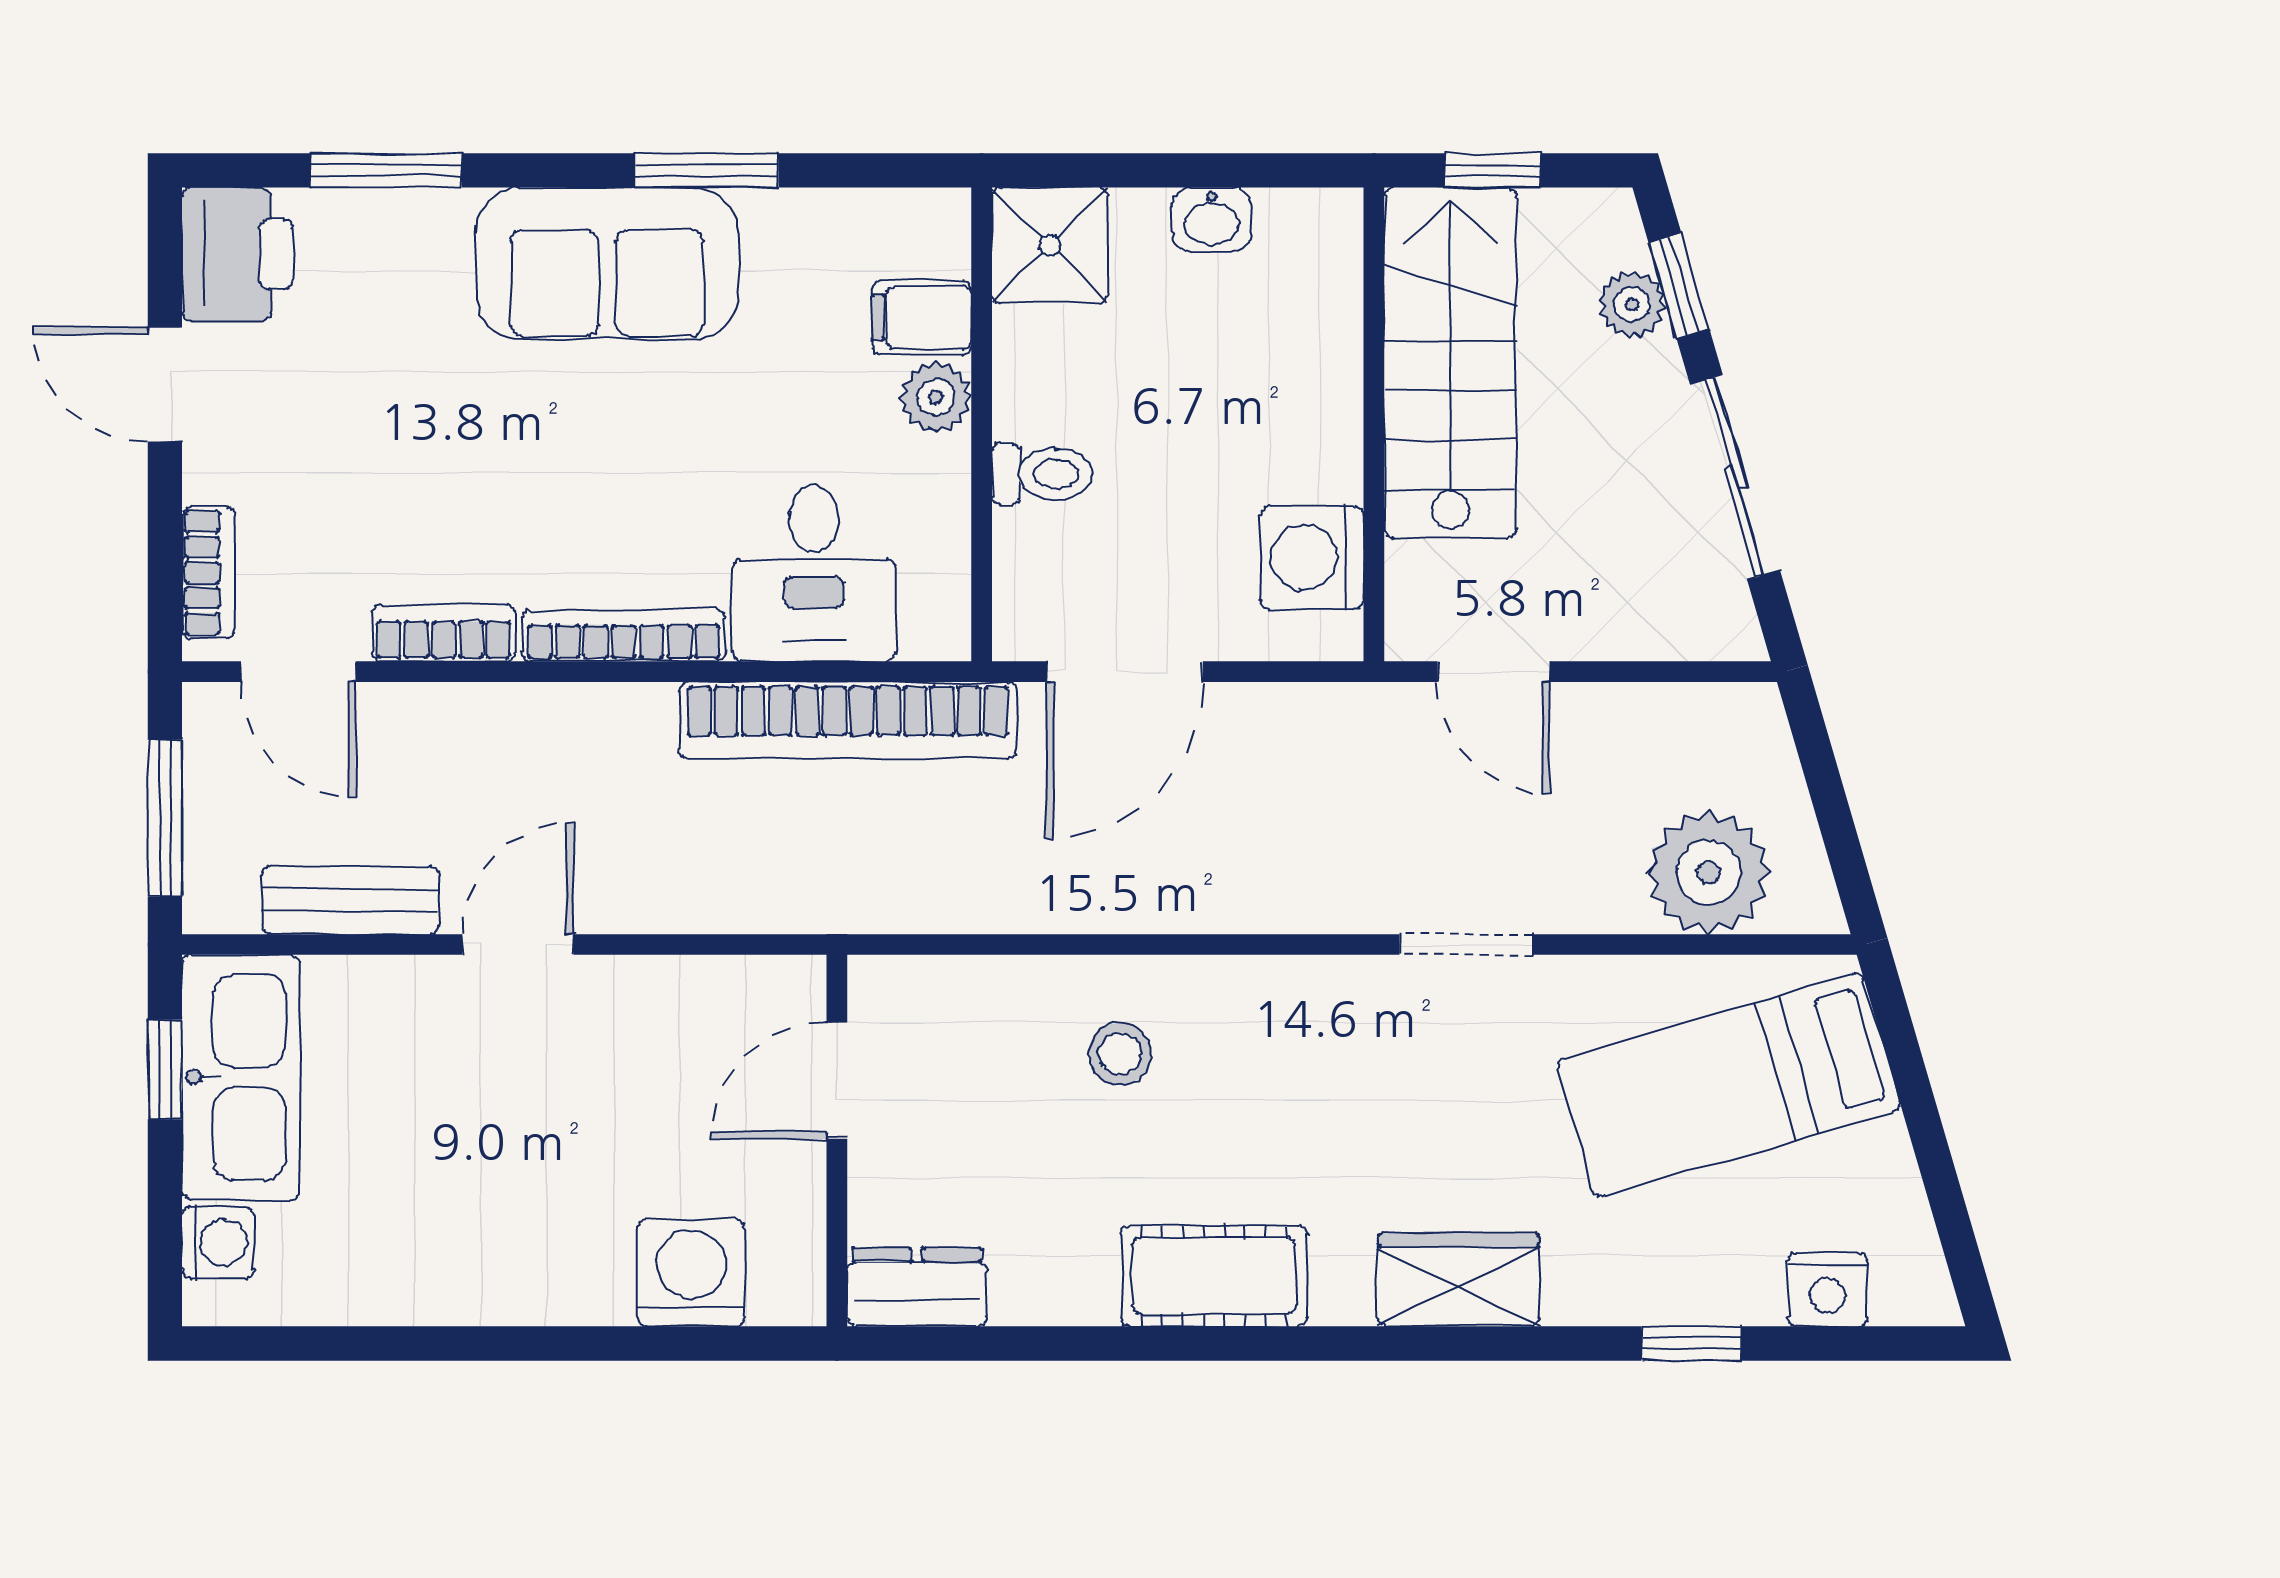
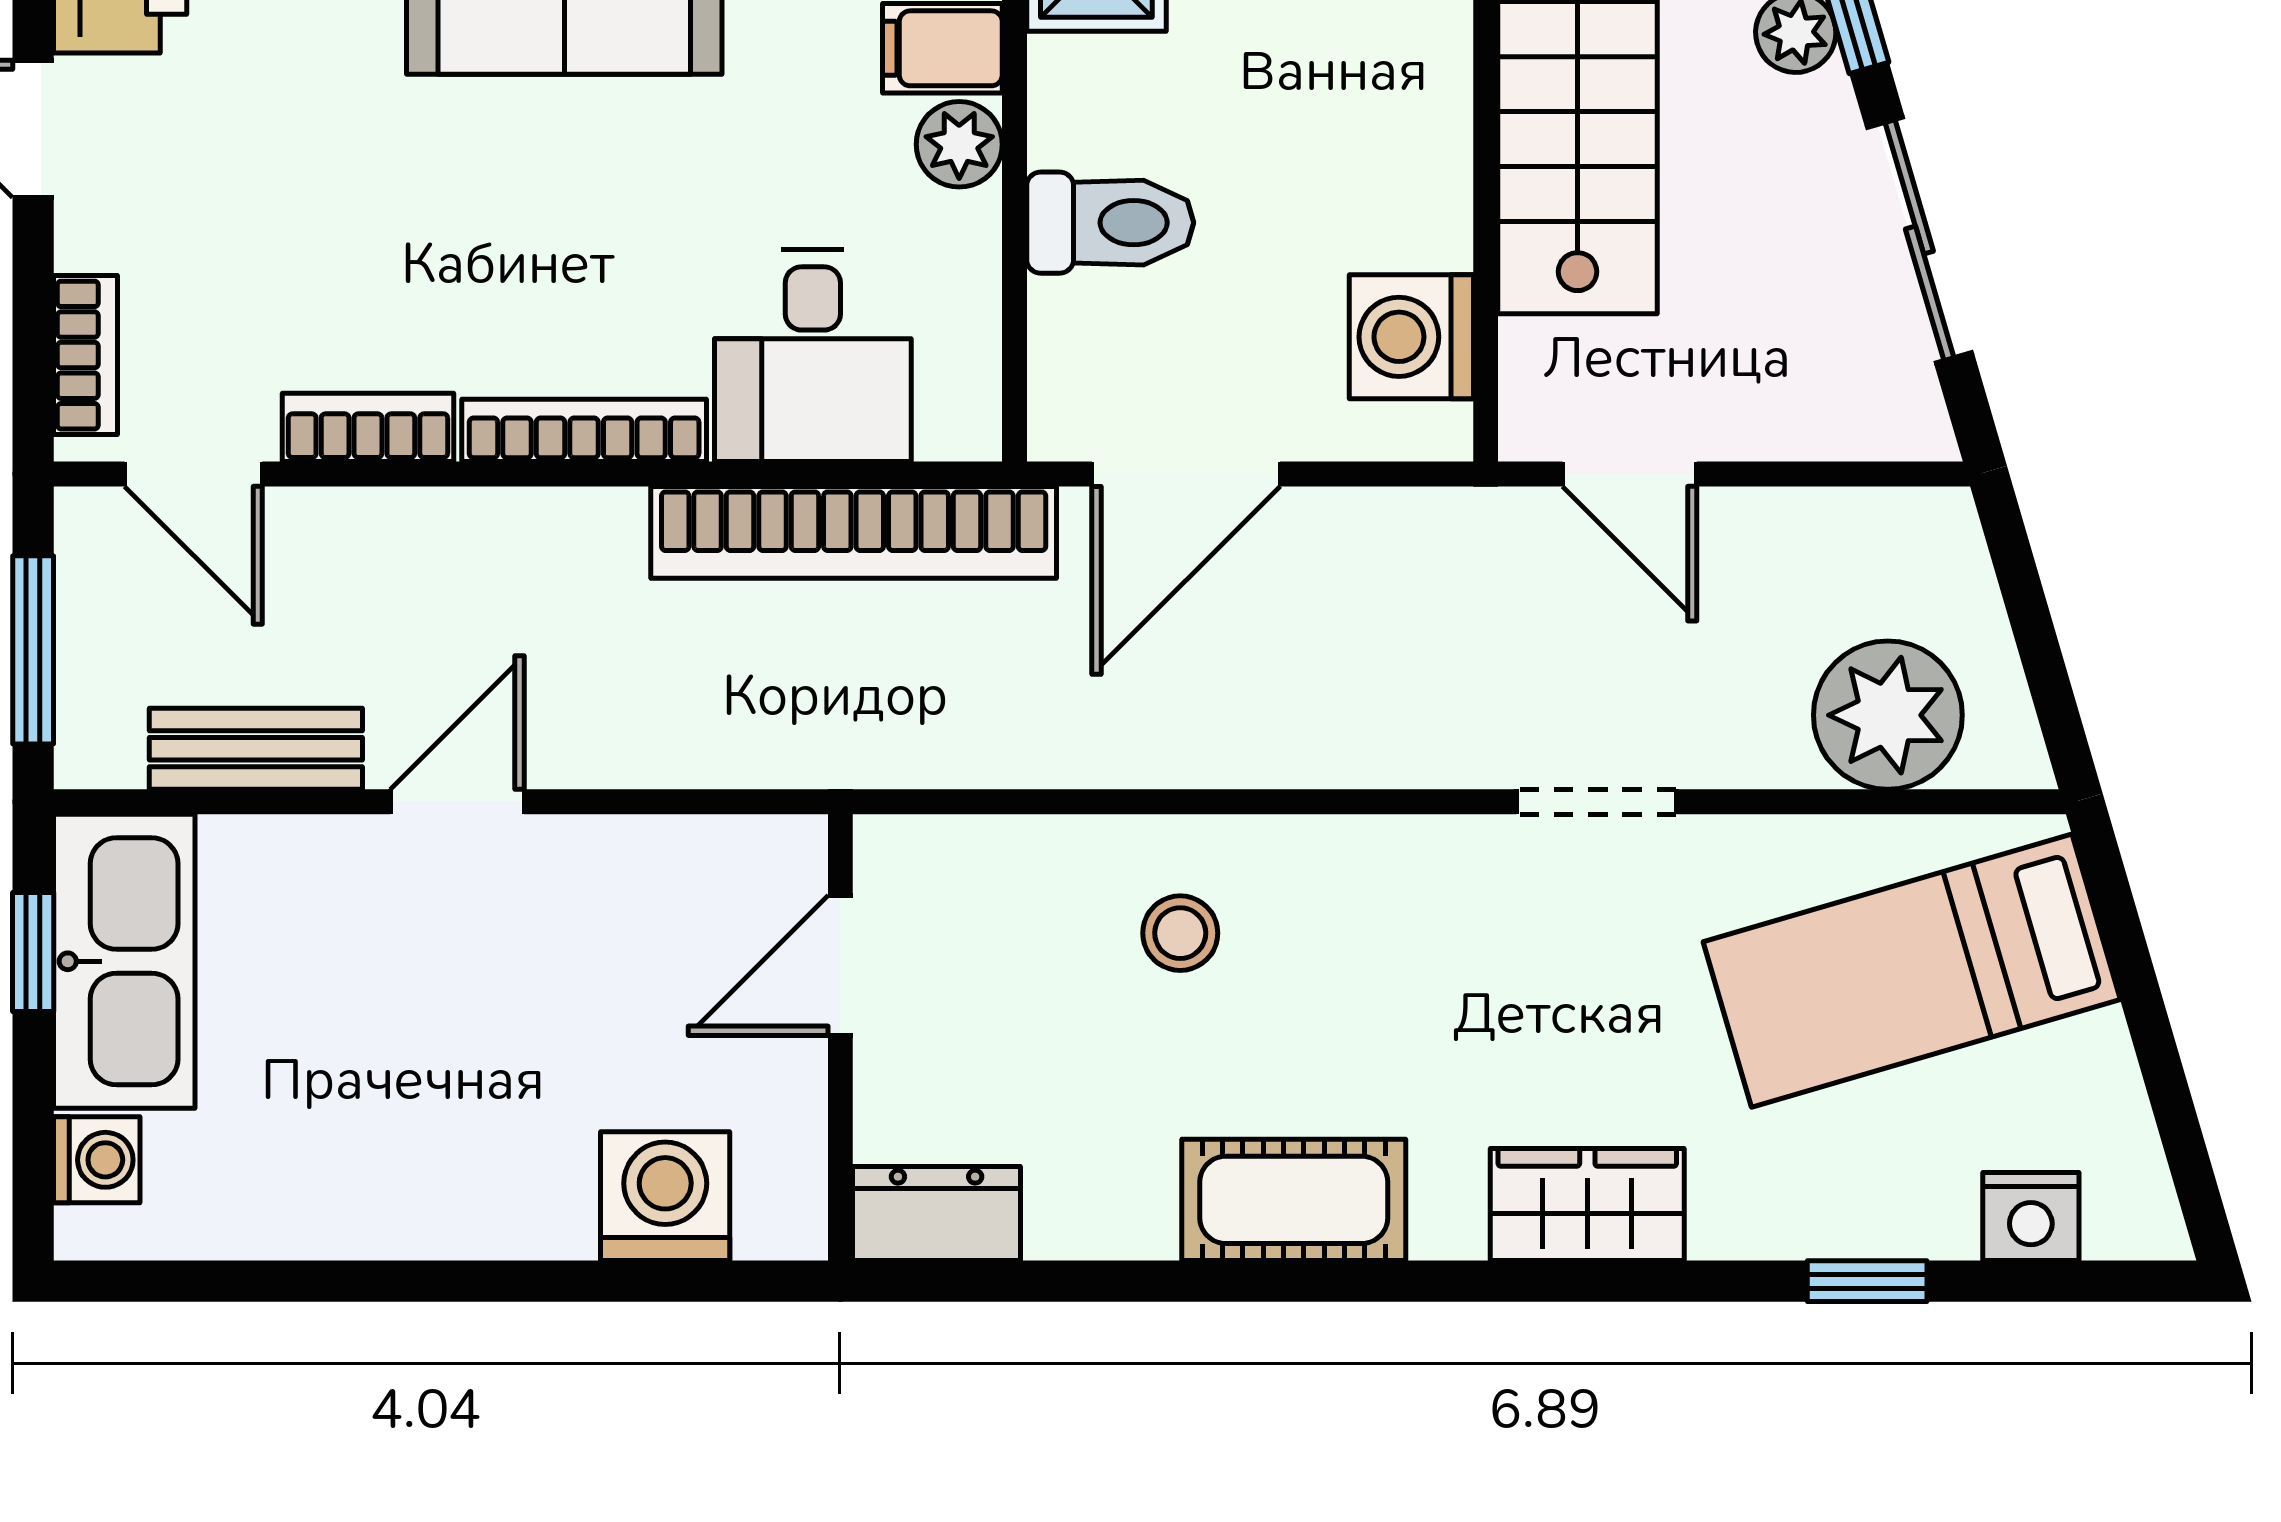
toilet: (1042, 474) -> (1110, 223), width x1.37, depth x1.39

